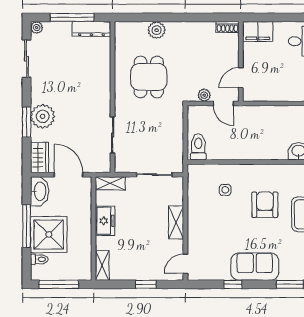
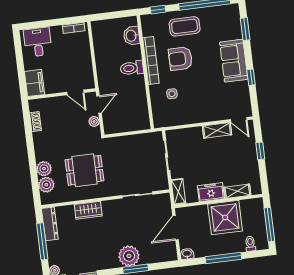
shoe rack: (227, 27) -> (35, 122), moved
plant: (138, 30) -> (46, 185), added
toilet: (198, 147) -> (132, 68), moved
wardrobe: (39, 157) -> (88, 210), moved, turned 180
bookcase: (267, 170) -> (151, 60), added
washbasin: (40, 191) -> (187, 254), width x0.52, depth x0.69
shelving: (176, 222) -> (217, 130), moved
shower: (49, 234) -> (225, 218), moved
shelving: (102, 265) -> (237, 191), moved

